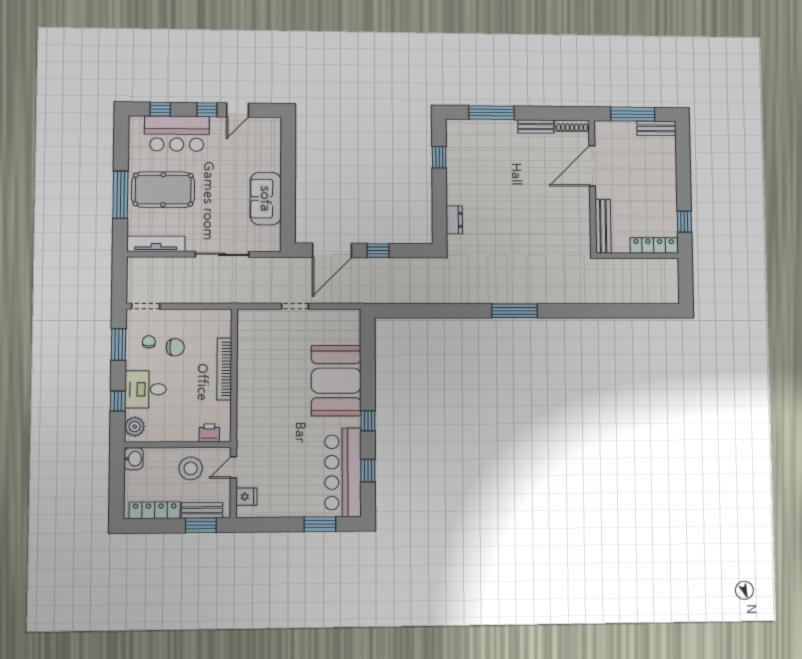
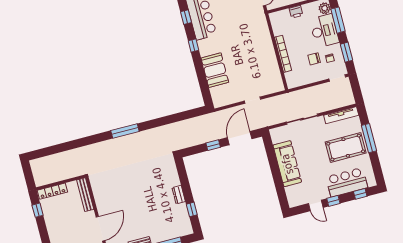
door: (238, 110) -> (316, 206), swing flipped
sofa: (266, 199) -> (287, 164), width x1.36
dresser: (454, 220) -> (179, 195), moved
booth: (336, 381) -> (215, 70), width x0.73, depth x0.70
desk: (146, 389) -> (324, 31), width x1.37
window: (118, 401) -> (338, 20), width x2.17
printer: (209, 433) -> (296, 12), moved

